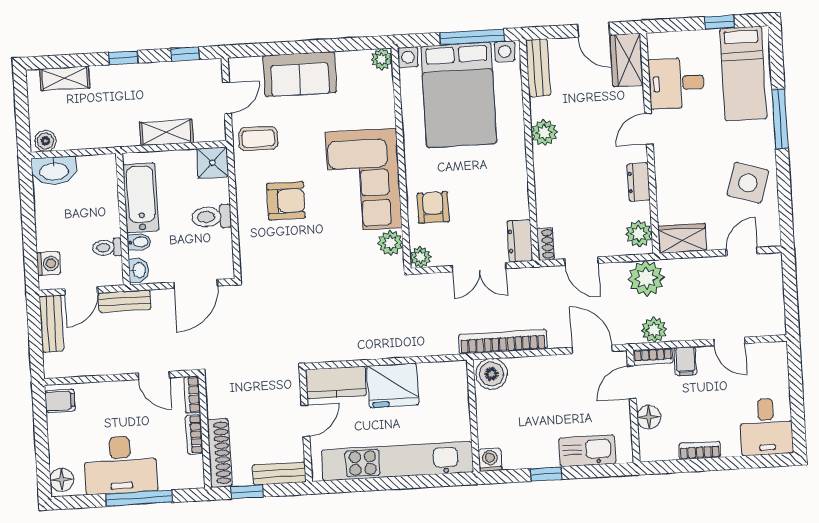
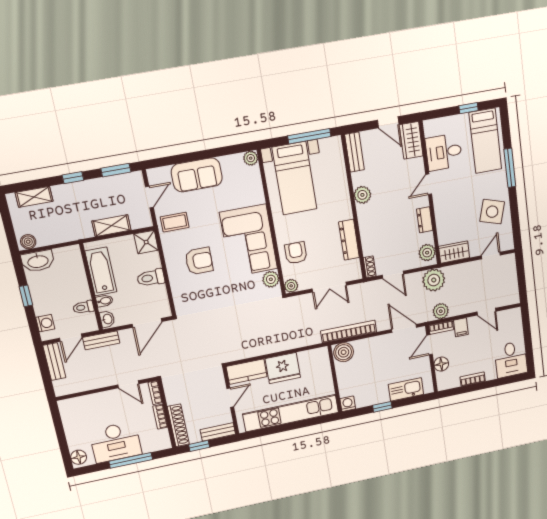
window: (185, 54) -> (116, 170), width x1.50
bed with nightstands: (459, 95) -> (294, 178), width x0.73
window: (28, 219) -> (26, 296), added
dresser: (520, 241) -> (349, 240), moved, width x1.44
filing cabinet: (60, 401) -> (69, 409), removed

